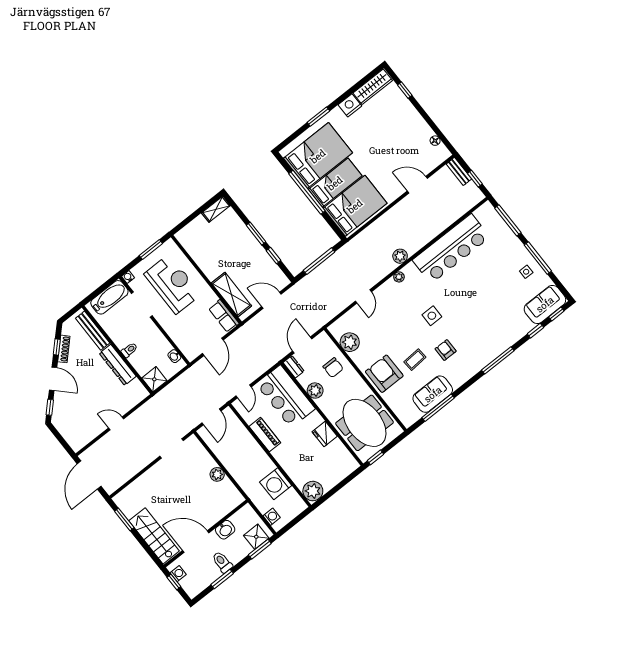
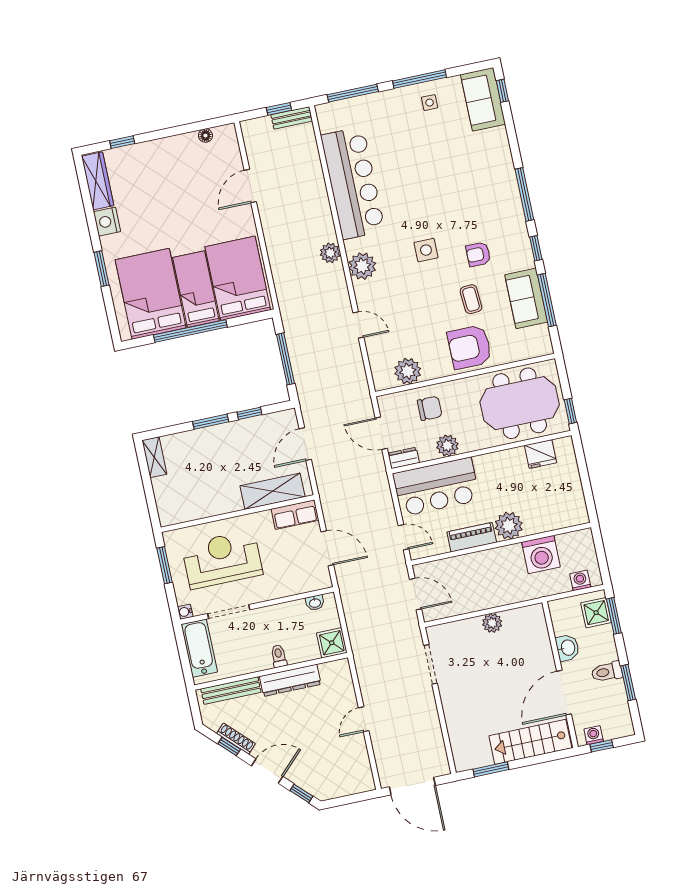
bench: (459, 171) -> (292, 118), moved
plant: (399, 277) -> (362, 266), width x1.88, depth x1.88
window: (535, 331) -> (536, 248), moved
fridge: (325, 434) -> (541, 454), moved
plant: (313, 491) -> (509, 526), moved

